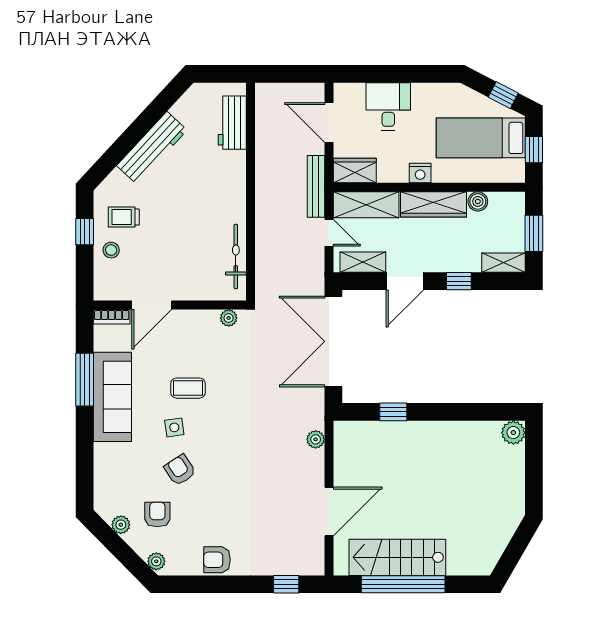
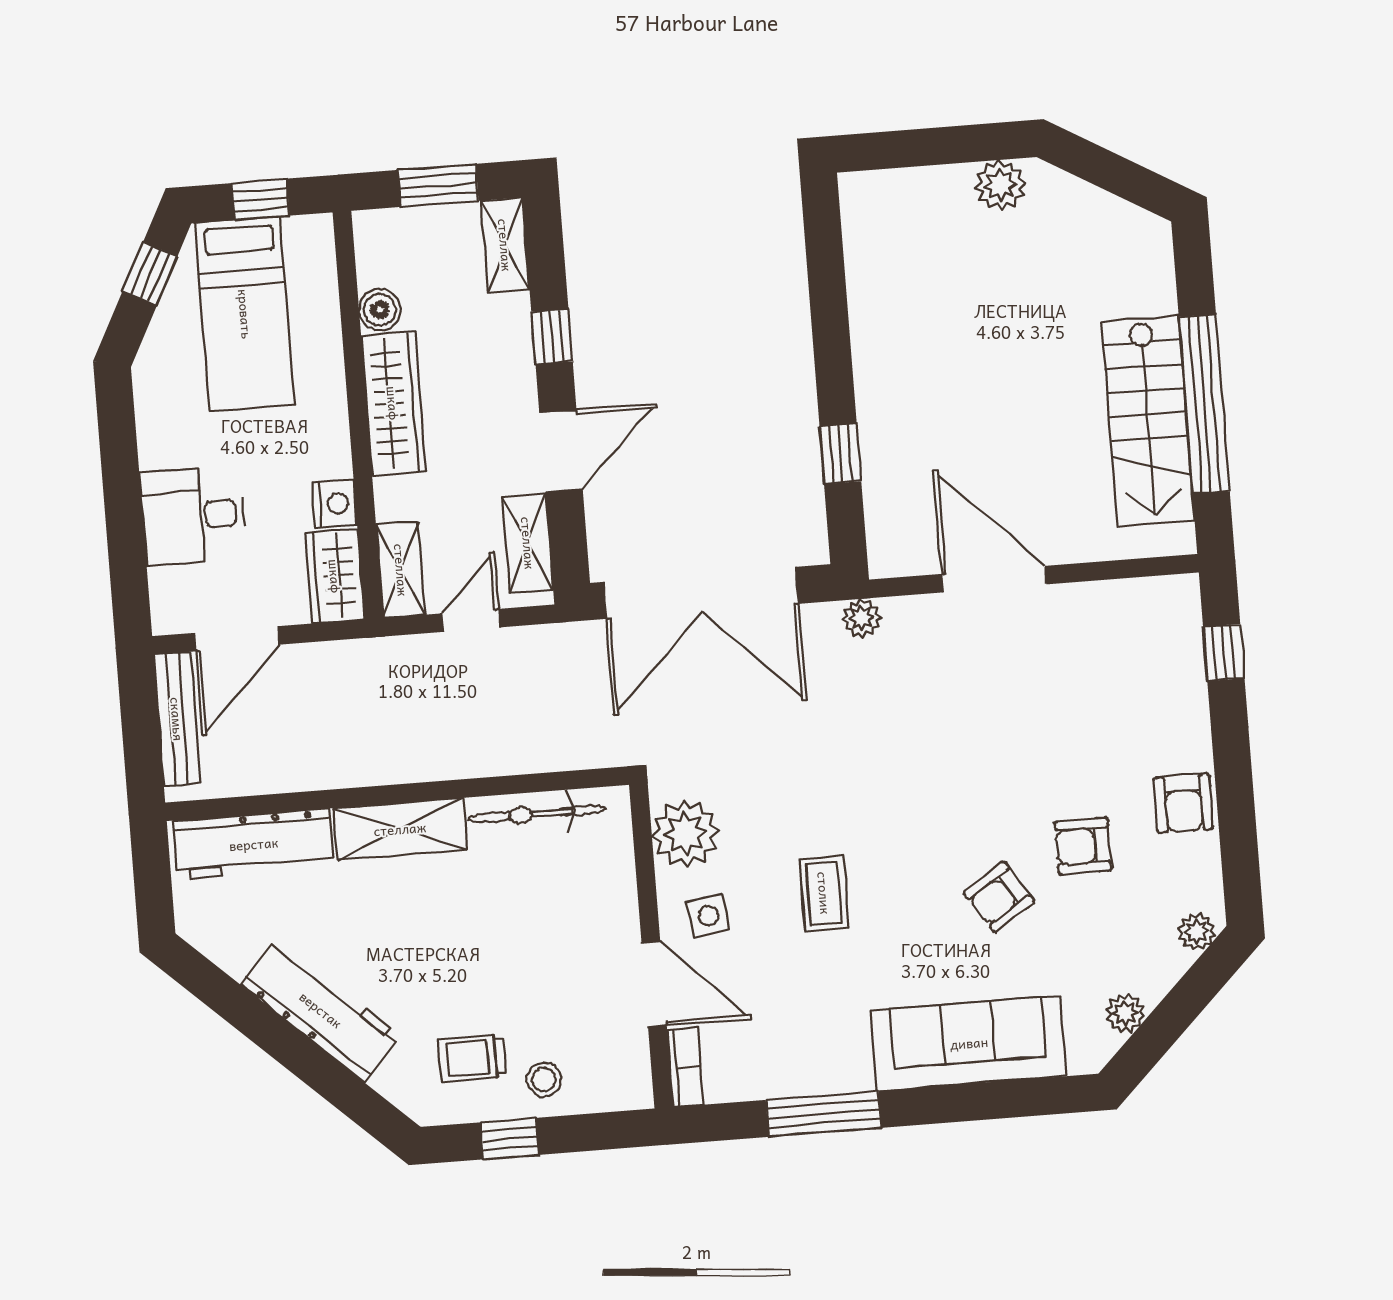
workbench: (232, 123) -> (254, 844), width x1.38
nightstand: (420, 173) -> (335, 504), moved
bench: (316, 186) -> (177, 719), moved, turned 90
shelving: (234, 192) -> (400, 829), added
shelving: (366, 205) -> (401, 570), width x0.67, depth x0.75
trolley: (124, 217) -> (472, 1058), turned 90
door: (405, 281) -> (561, 451), hinge flipped
plant: (229, 318) -> (686, 833), width x1.87, depth x1.87
sofa: (112, 397) -> (969, 1043), moved
side table: (174, 427) -> (708, 916), moved
plant: (513, 433) -> (1000, 185), moved
plant: (316, 439) -> (861, 618), moved
door: (329, 512) -> (994, 579), moved
armchair: (157, 514) -> (1083, 846), moved

